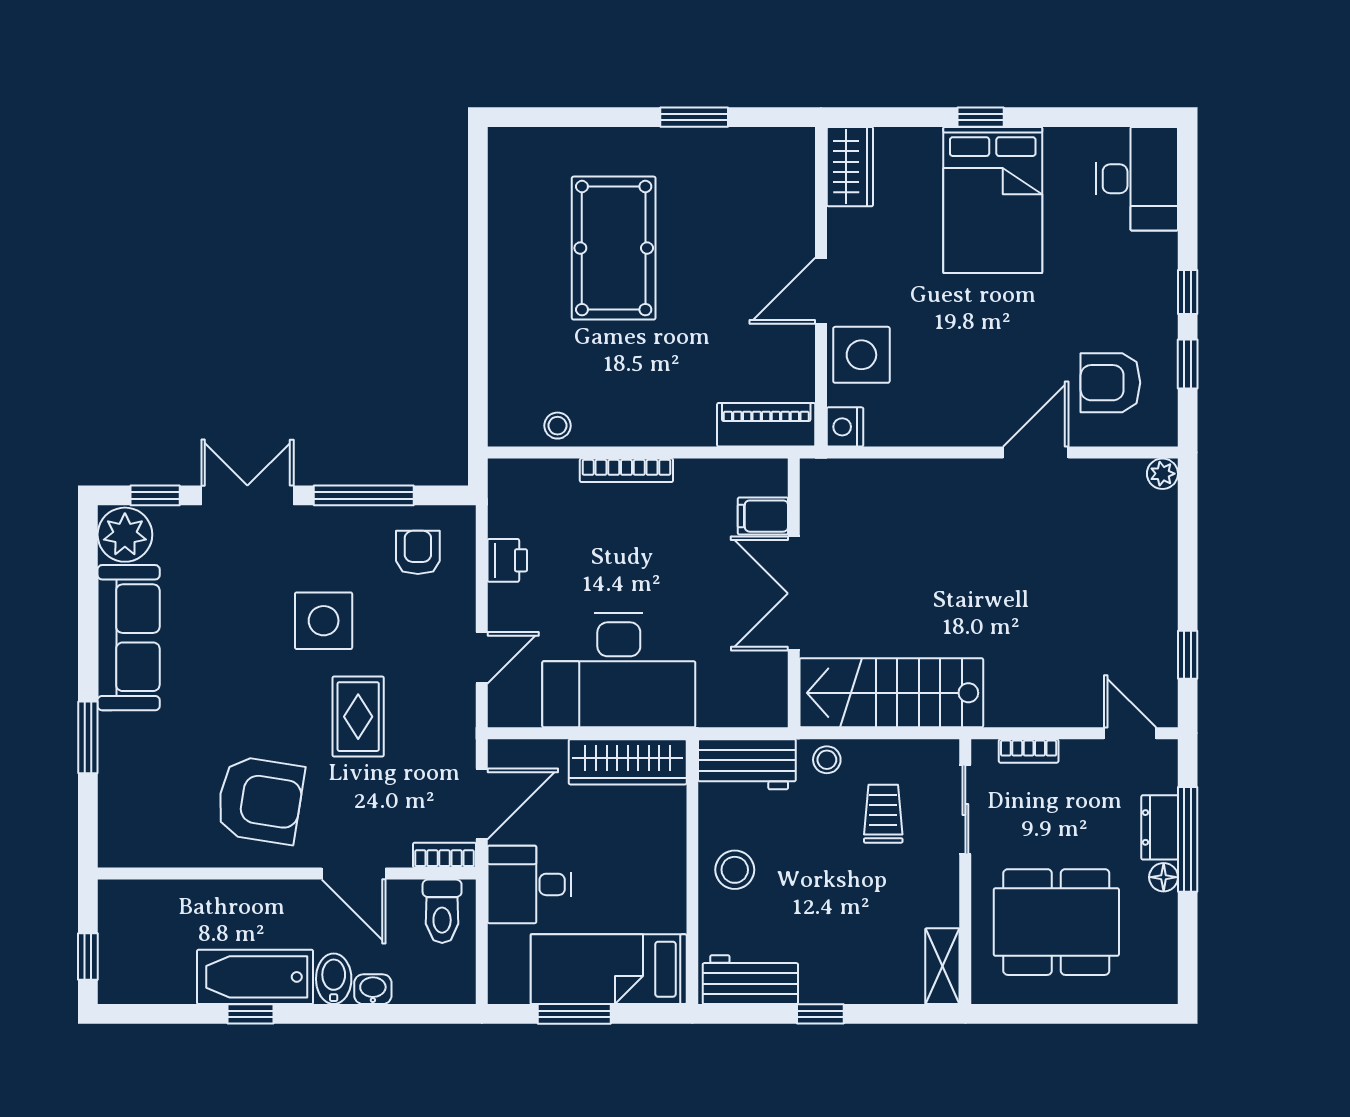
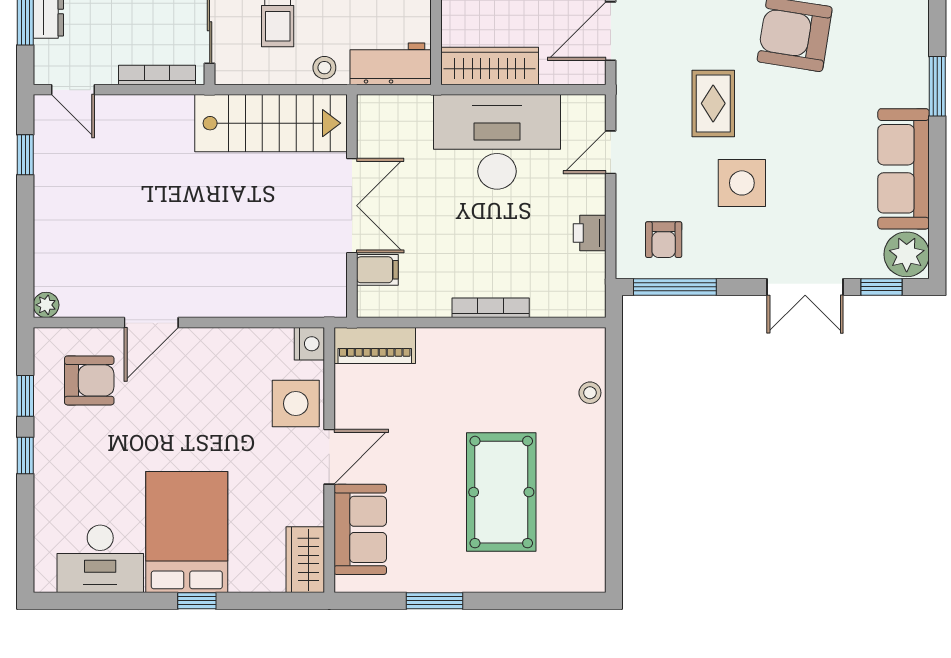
desk: (1137, 179) -> (100, 559), moved, turned -90
sofa: (784, 203) -> (360, 529), added
stool: (557, 426) -> (590, 393), moved
window: (364, 495) -> (675, 287), moved
bookcase: (1029, 751) -> (157, 75), width x1.56

